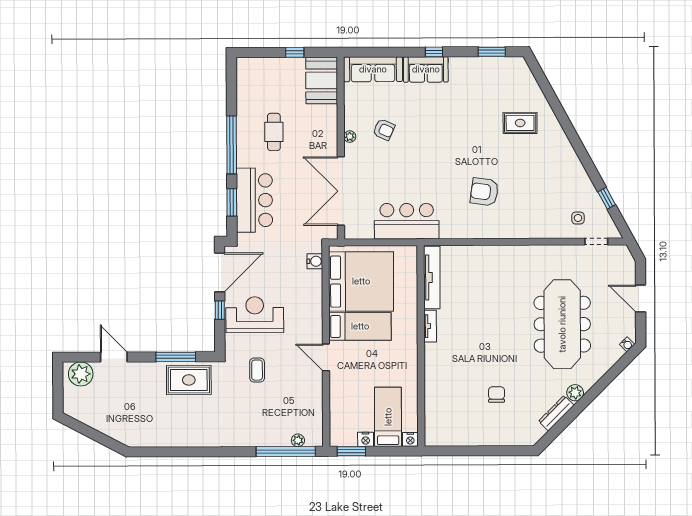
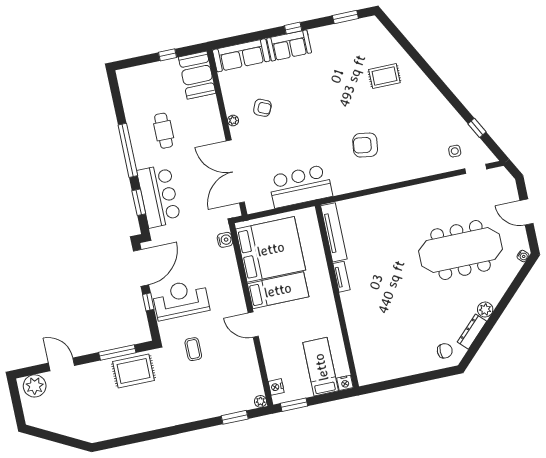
meeting table: (562, 324) -> (461, 250), turned 90
chair: (497, 394) -> (445, 351), moved, turned 90
nightstand: (366, 439) -> (276, 387), moved, turned 90
plant: (298, 440) -> (260, 401), moved
window: (286, 452) -> (235, 417), width x0.47

